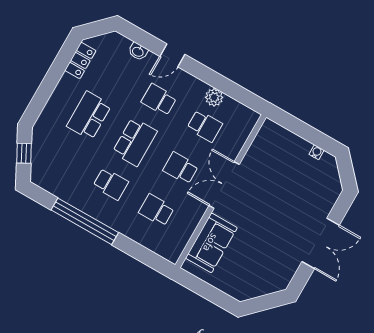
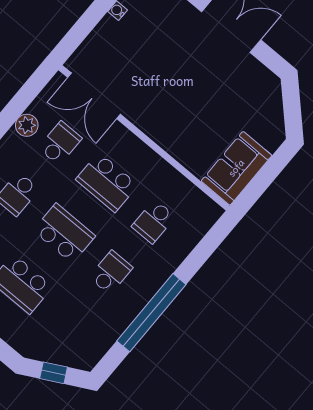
school desk: (181, 168) -> (107, 182), width x1.85
double door: (224, 185) -> (94, 96), moved
sofa: (211, 243) -> (236, 168), moved, turned -90

